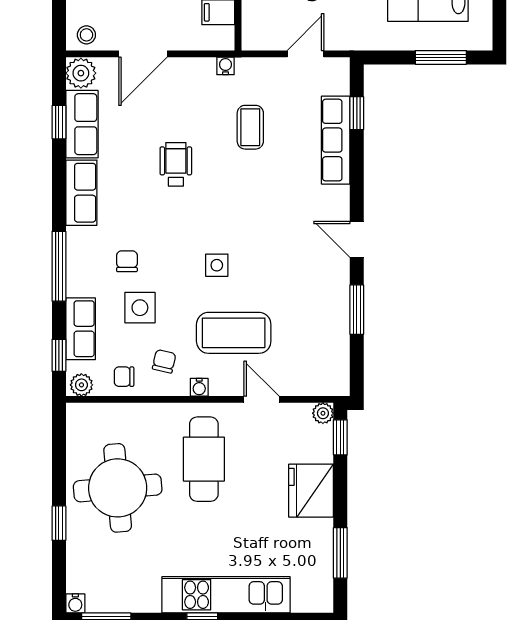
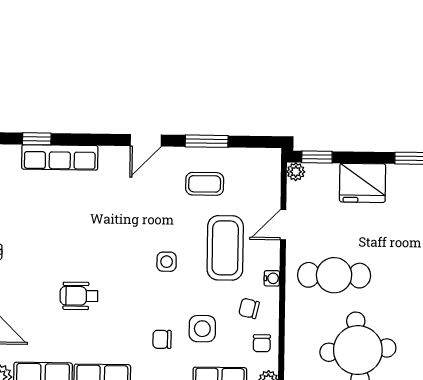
coffee table: (250, 127) -> (205, 184), moved

